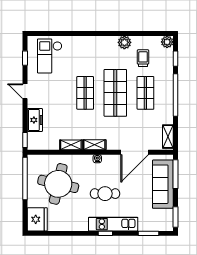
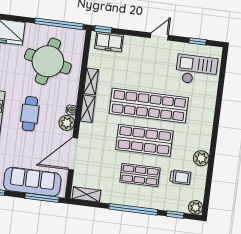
shop shelf: (85, 93) -> (149, 106), width x2.00, depth x1.36
freezer: (35, 120) -> (109, 42), moved
door: (135, 152) -> (73, 154), hinge flipped
plant: (109, 161) -> (67, 123), added

